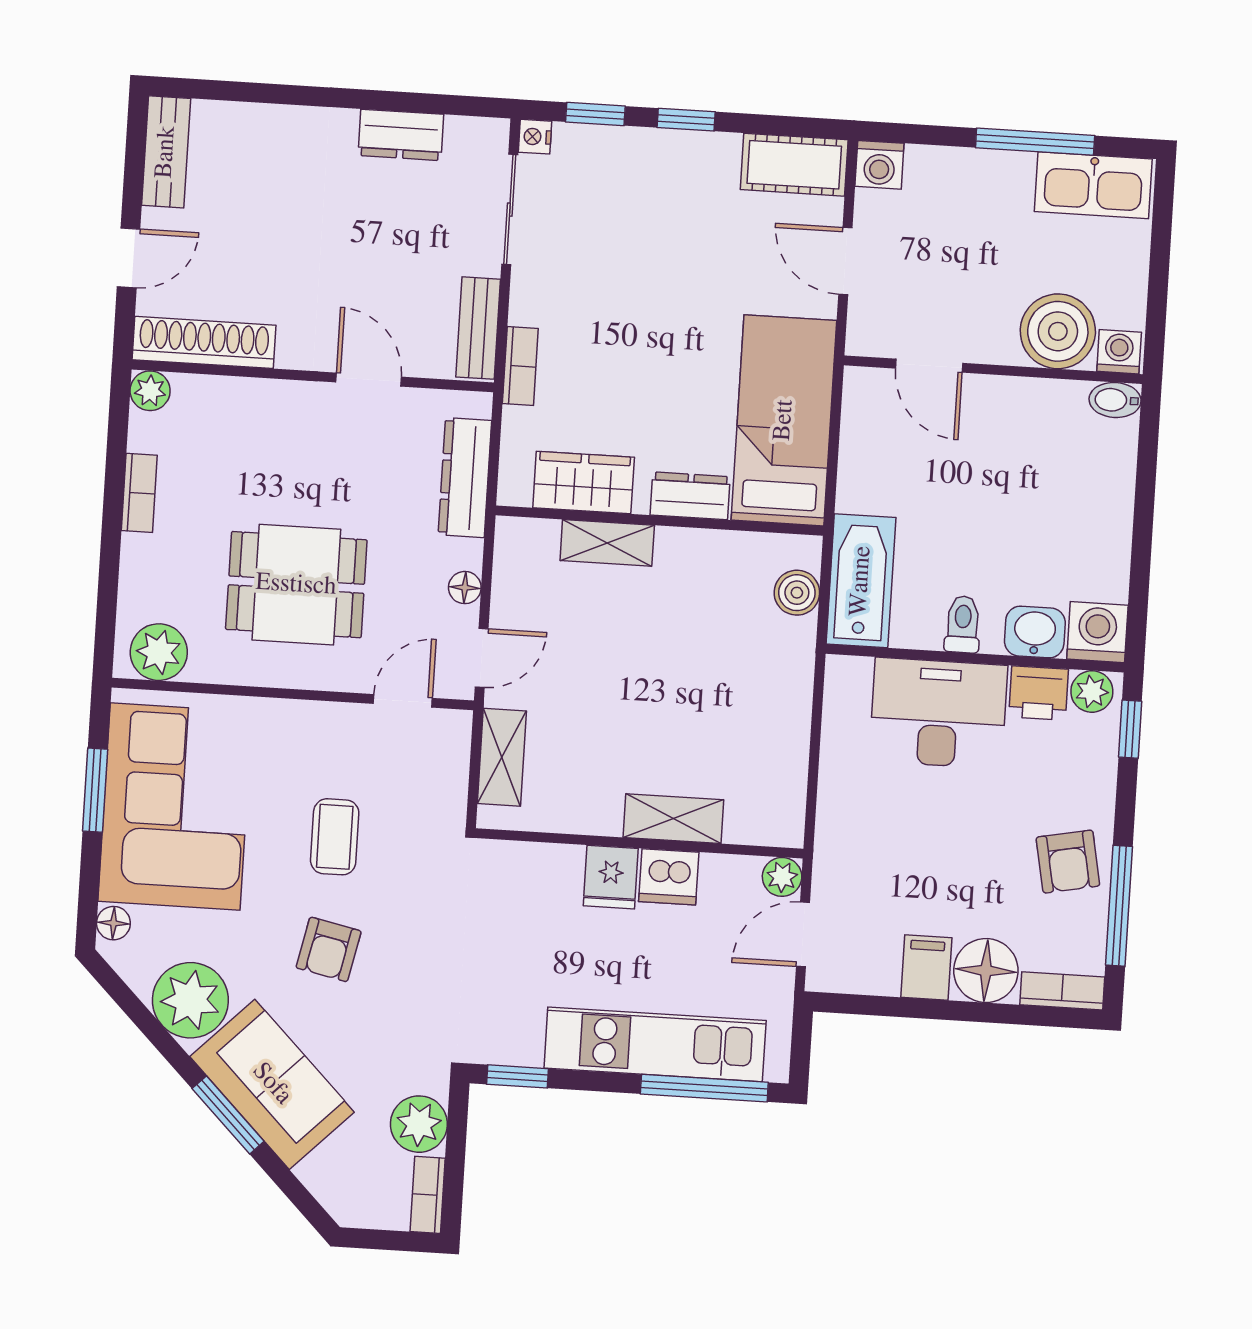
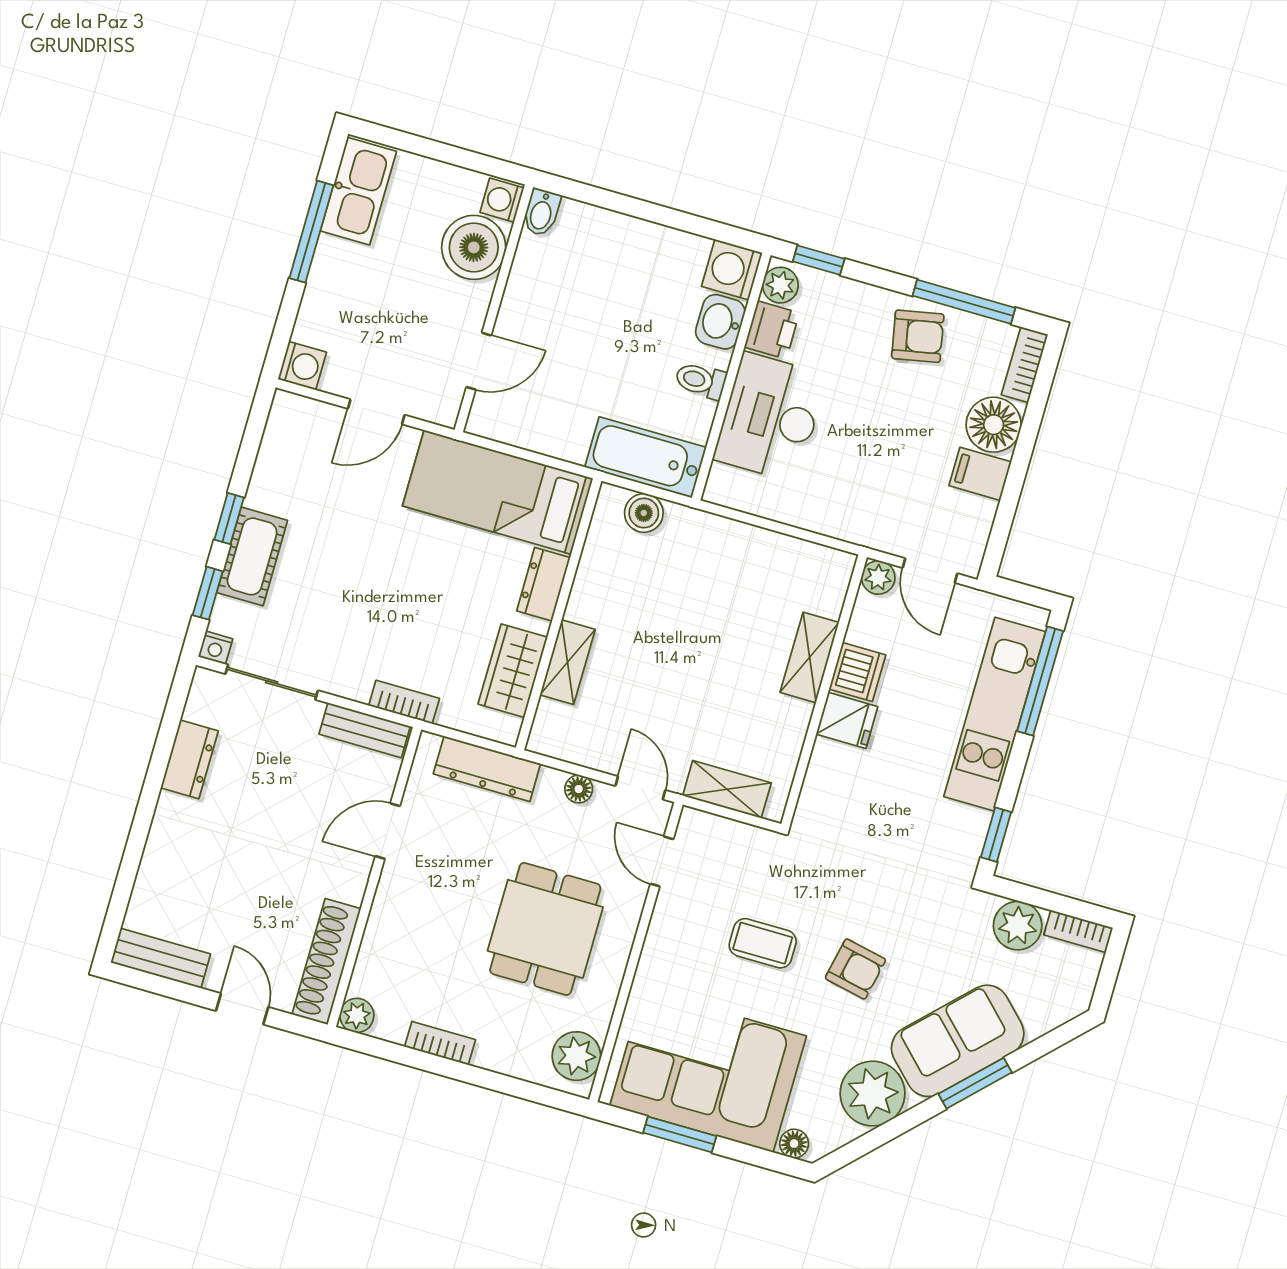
cot: (794, 165) -> (252, 556), moved

